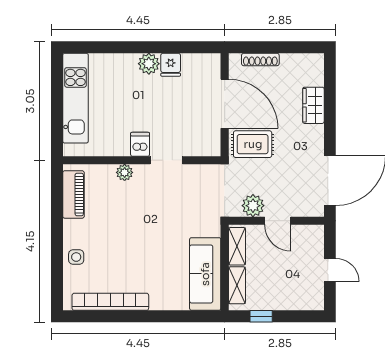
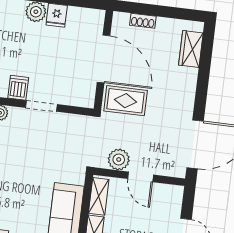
shoe rack: (260, 59) -> (143, 21), width x0.70
wardrobe: (313, 105) -> (191, 49), moved

